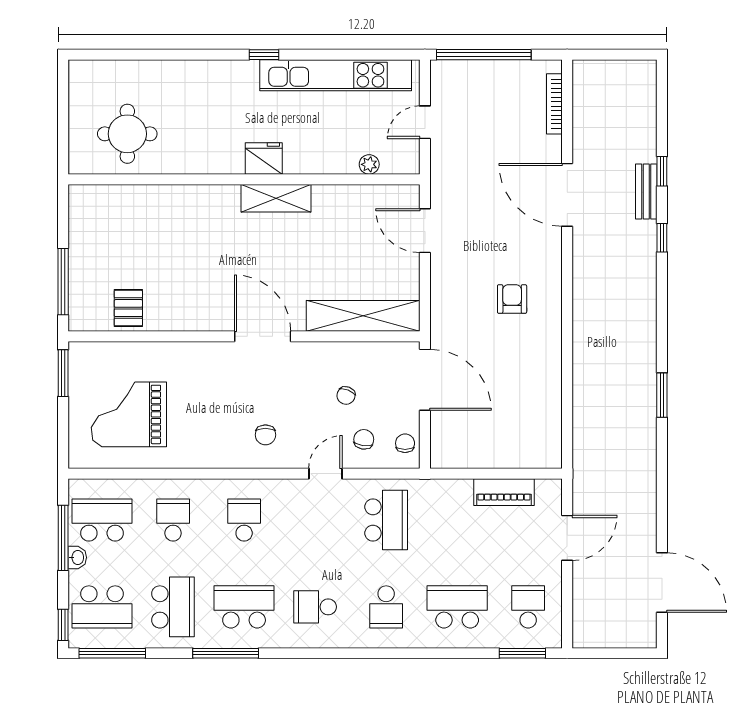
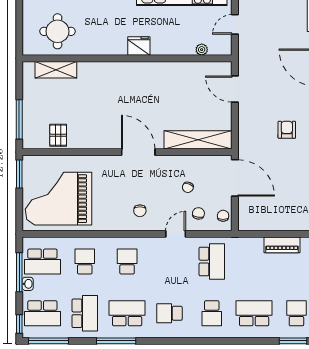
shelving: (276, 198) -> (56, 70), moved
grand piano: (129, 414) -> (59, 199), width x1.37, depth x1.48
school desk: (102, 520) -> (42, 262), turned 180

